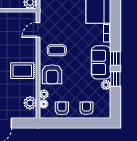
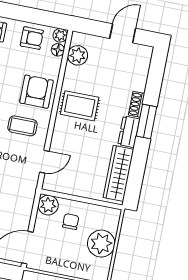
plant: (44, 94) -> (60, 35), moved
armchair: (62, 108) -> (32, 38), turned -90

